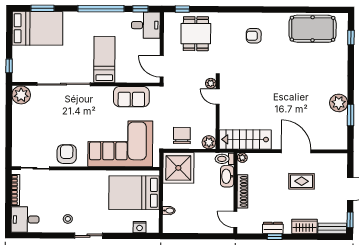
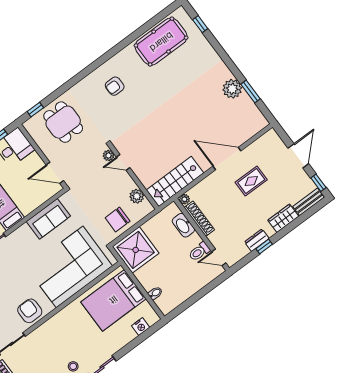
chair: (182, 135) -> (118, 219), turned -90
plant: (209, 142) -> (137, 196), moved
toilet: (224, 159) -> (199, 252), moved
shoe rack: (242, 191) -> (199, 219), moved

